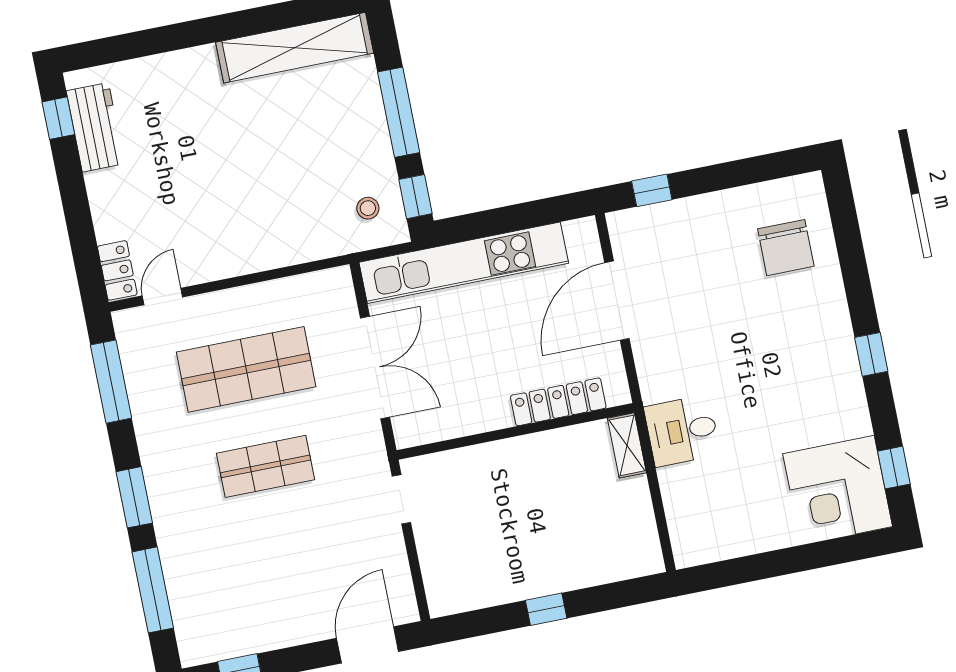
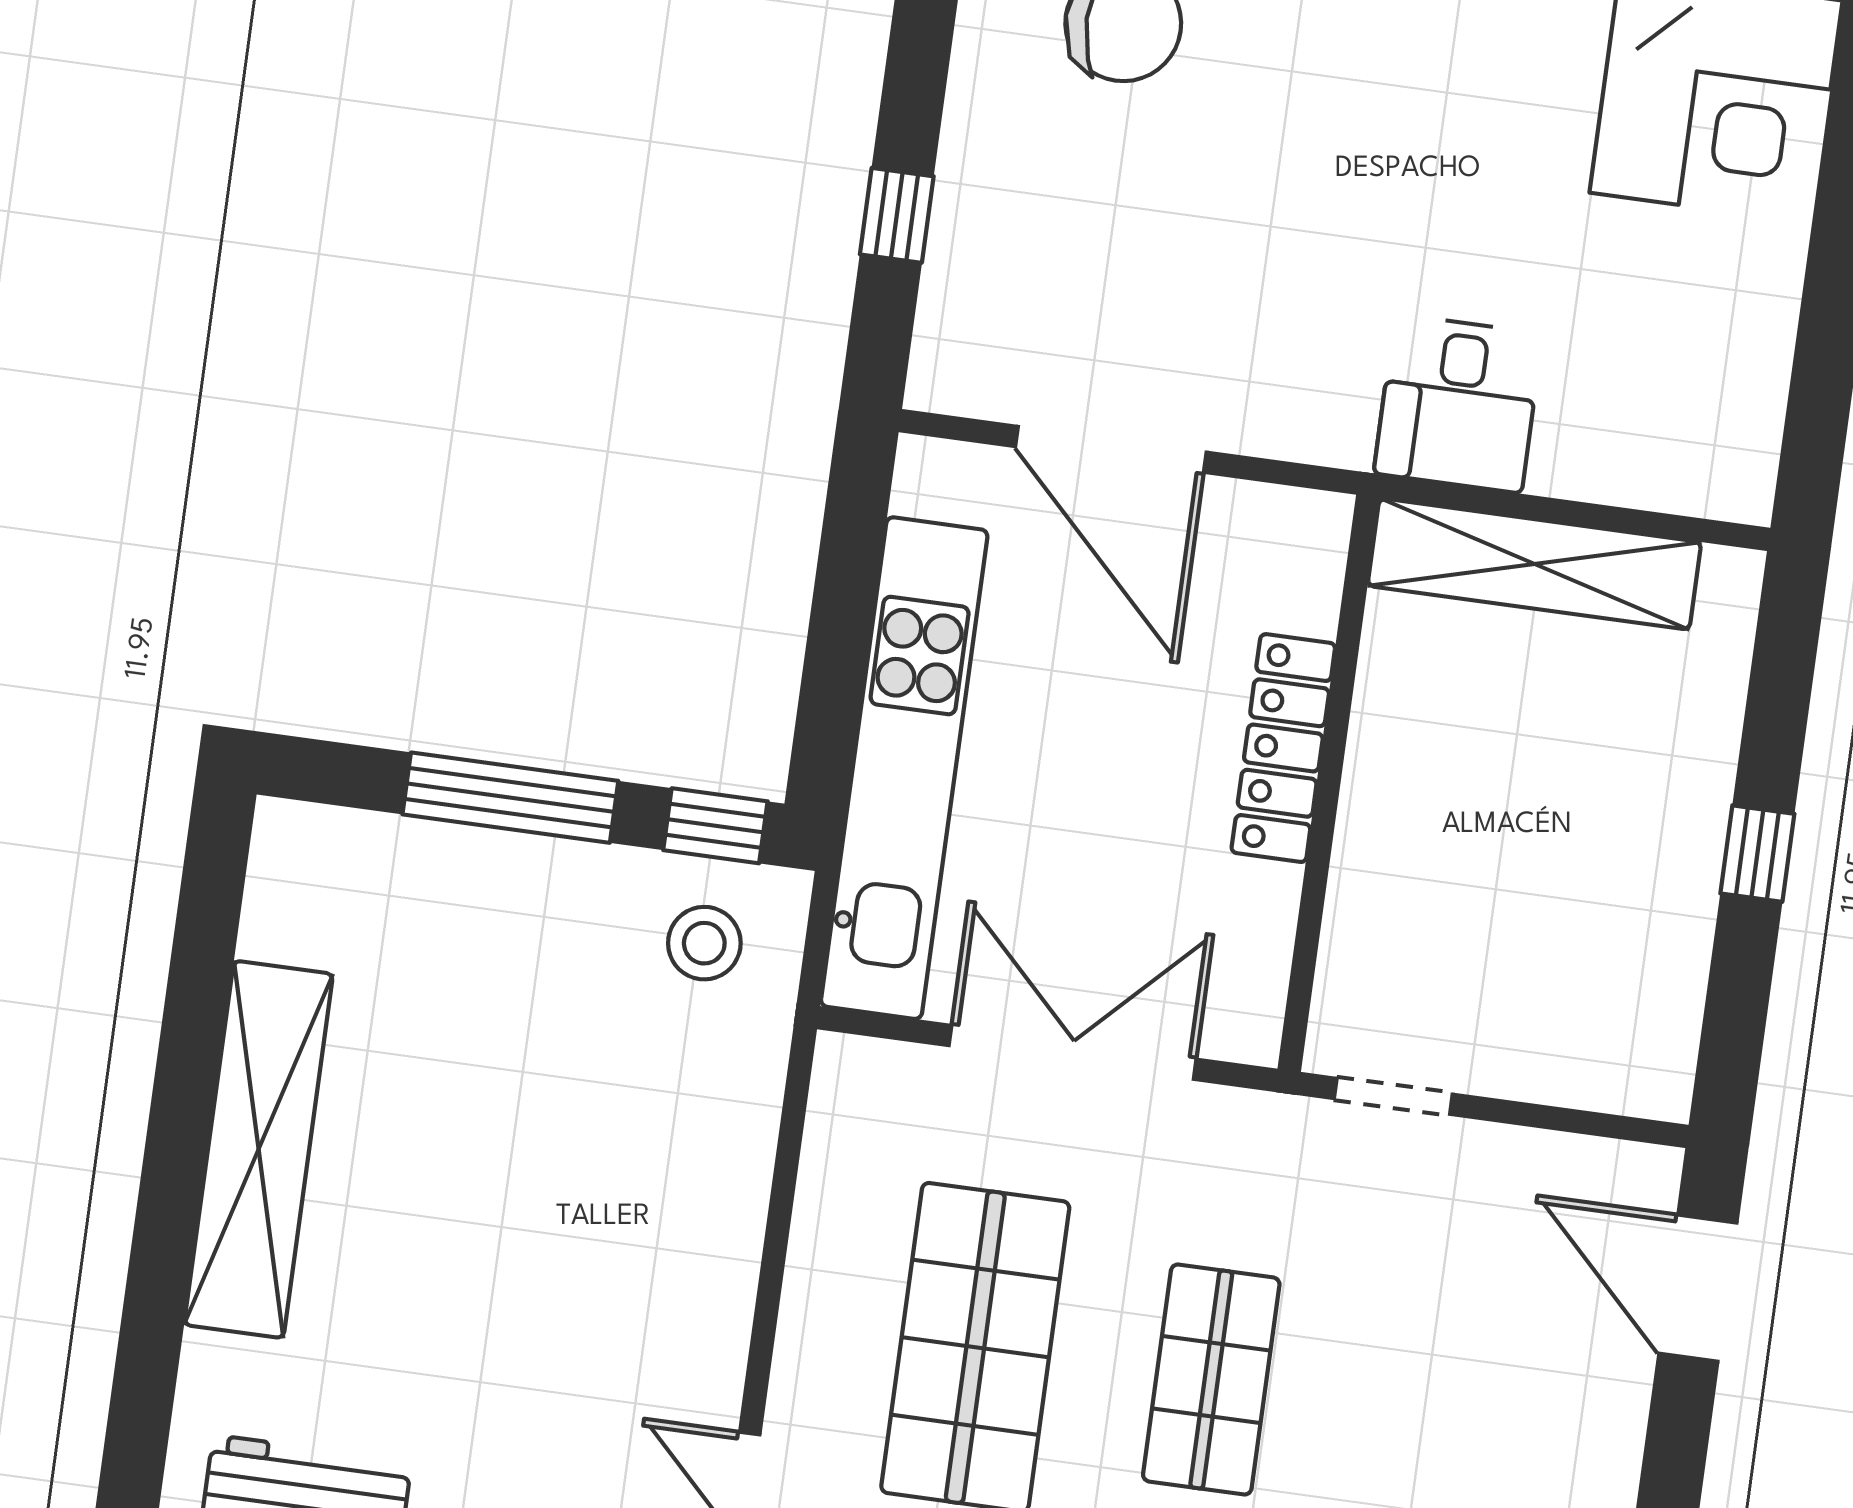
shelving: (295, 48) -> (259, 1149), moved
window: (652, 190) -> (897, 215), moved
stool: (368, 208) -> (704, 943), width x1.37, depth x1.37
locker: (558, 402) -> (1283, 748), moved
shelving: (627, 445) -> (1534, 564), width x2.20, depth x1.33

